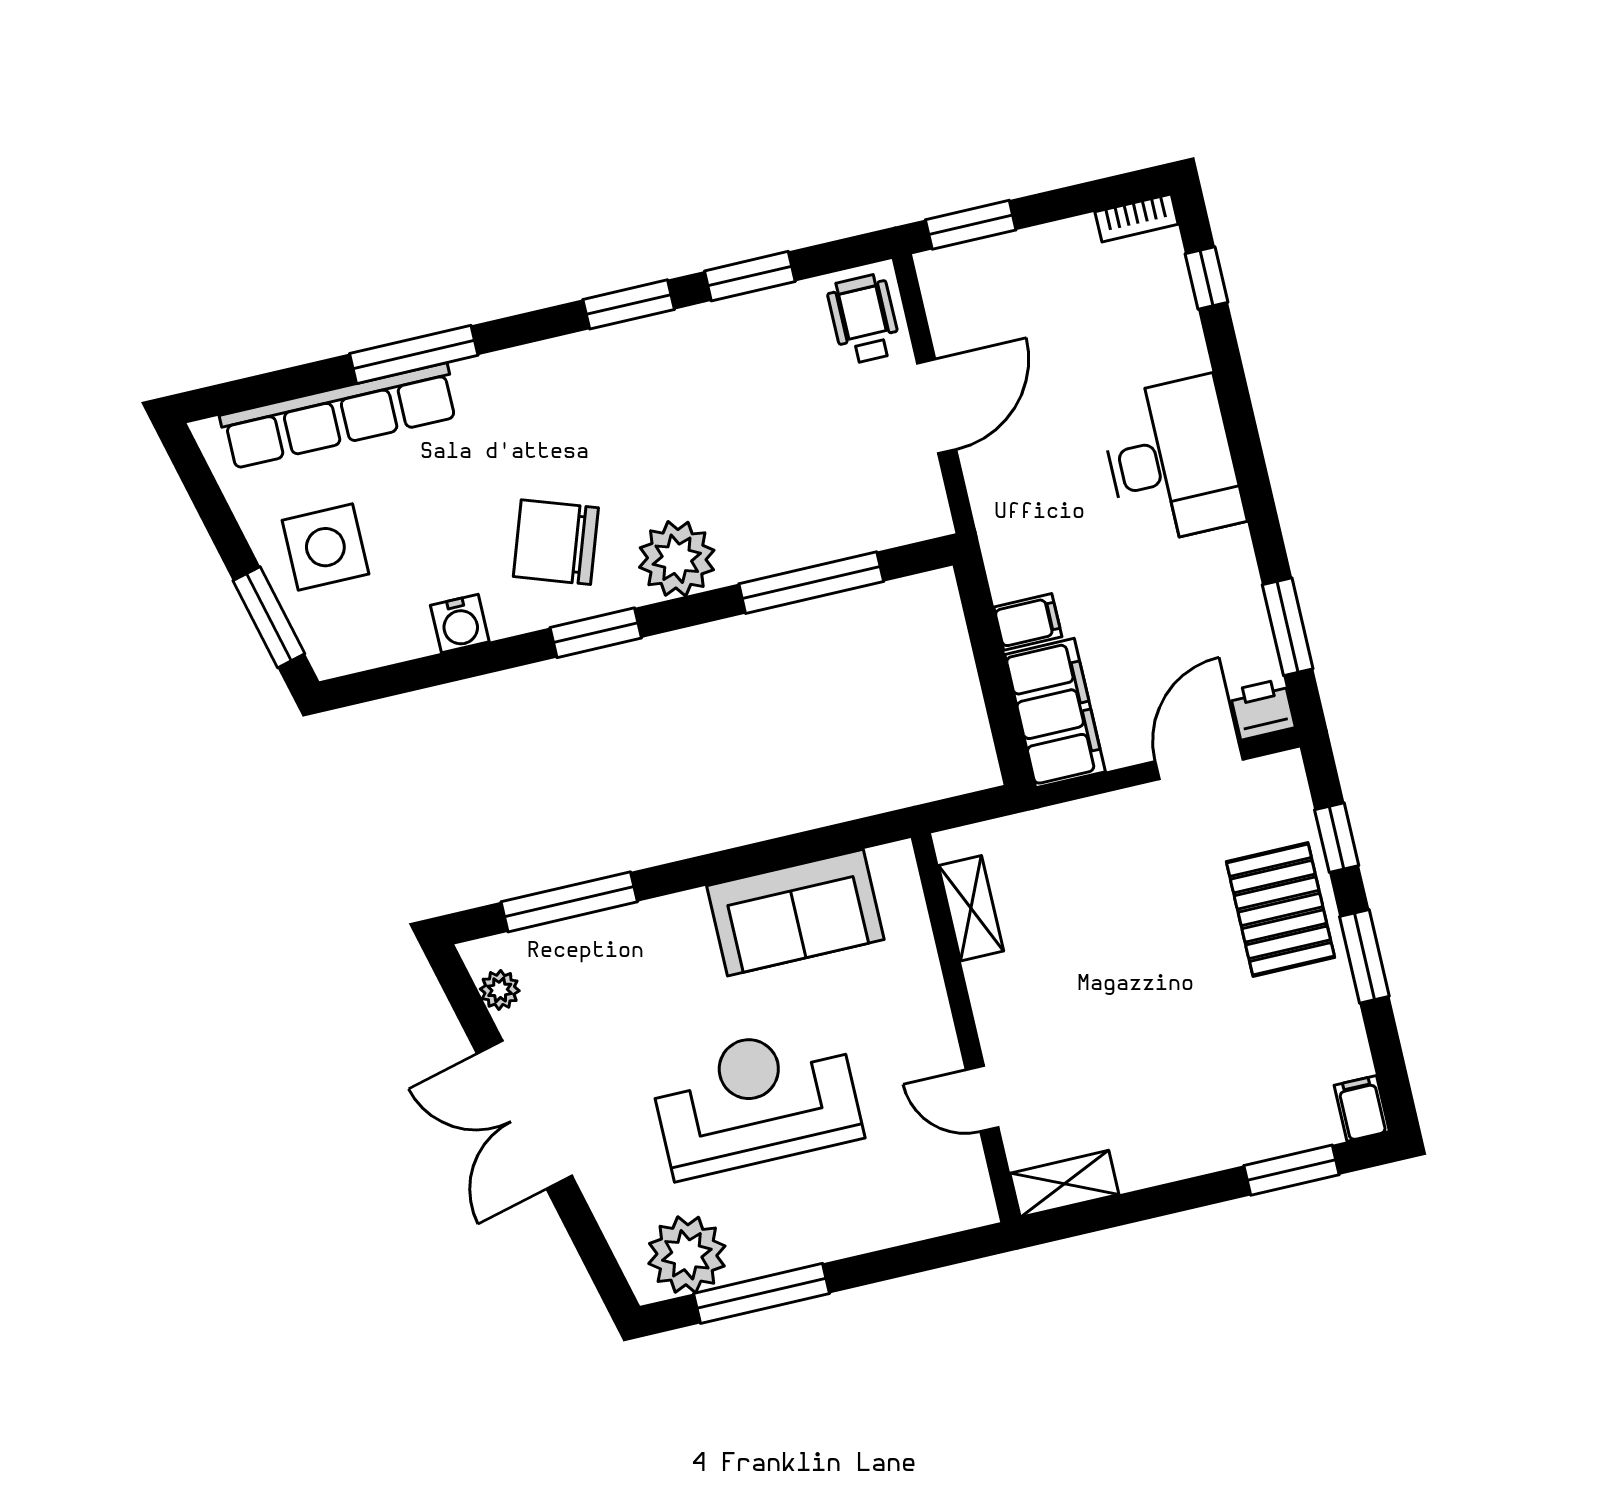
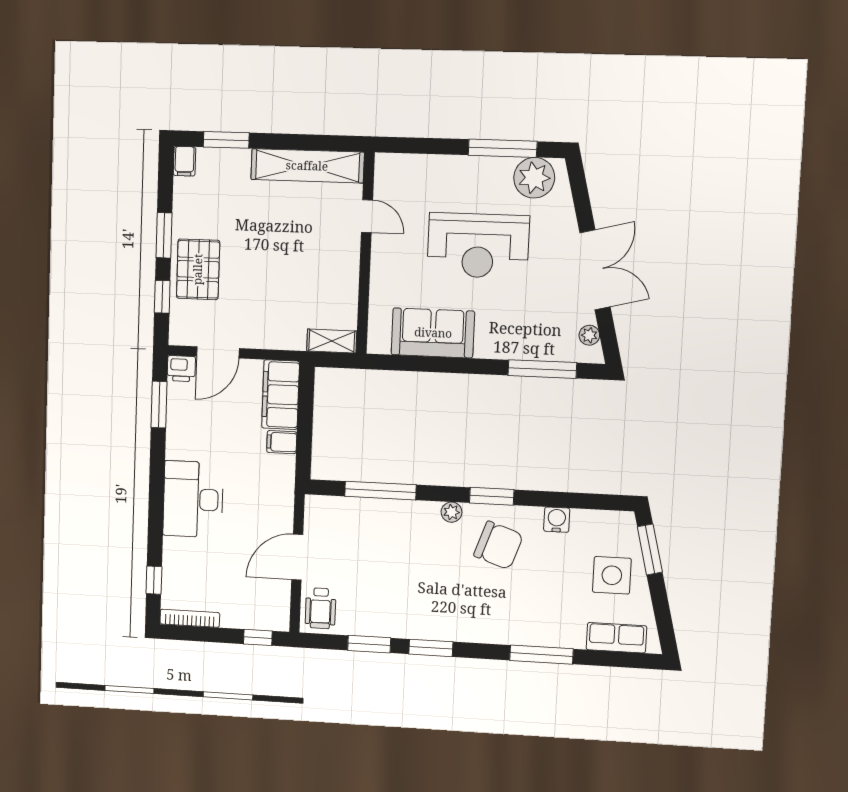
bookcase: (1137, 218) -> (190, 618), width x1.56
window: (971, 225) -> (258, 637), width x0.67
row of seats: (339, 416) -> (616, 638), width x0.50
plant: (677, 559) -> (452, 512), width x0.53, depth x0.53
shelving: (971, 908) -> (332, 341), moved, turned 90
shelving: (1064, 1184) -> (307, 166), width x2.20, depth x1.33

